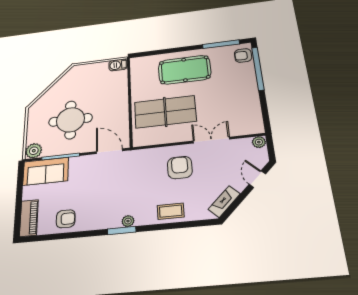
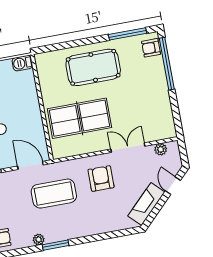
plant: (259, 142) -> (161, 149), moved
fireplace: (224, 201) -> (146, 204), width x1.37, depth x1.32
coffee table: (171, 211) -> (54, 194), moved, width x1.86, depth x1.72
plant: (128, 221) -> (39, 240), moved

